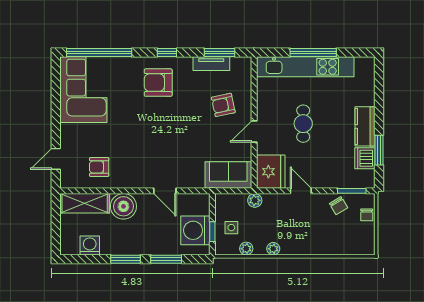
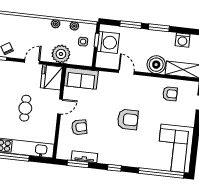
armchair: (158, 83) -> (128, 119), moved
door: (301, 191) -> (32, 62), swing flipped
plant: (255, 200) -> (61, 54), width x1.88, depth x1.88

